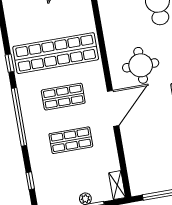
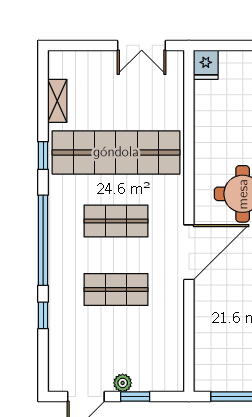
window: (30, 181) -> (43, 315), moved
shelving: (117, 185) -> (57, 101), moved

